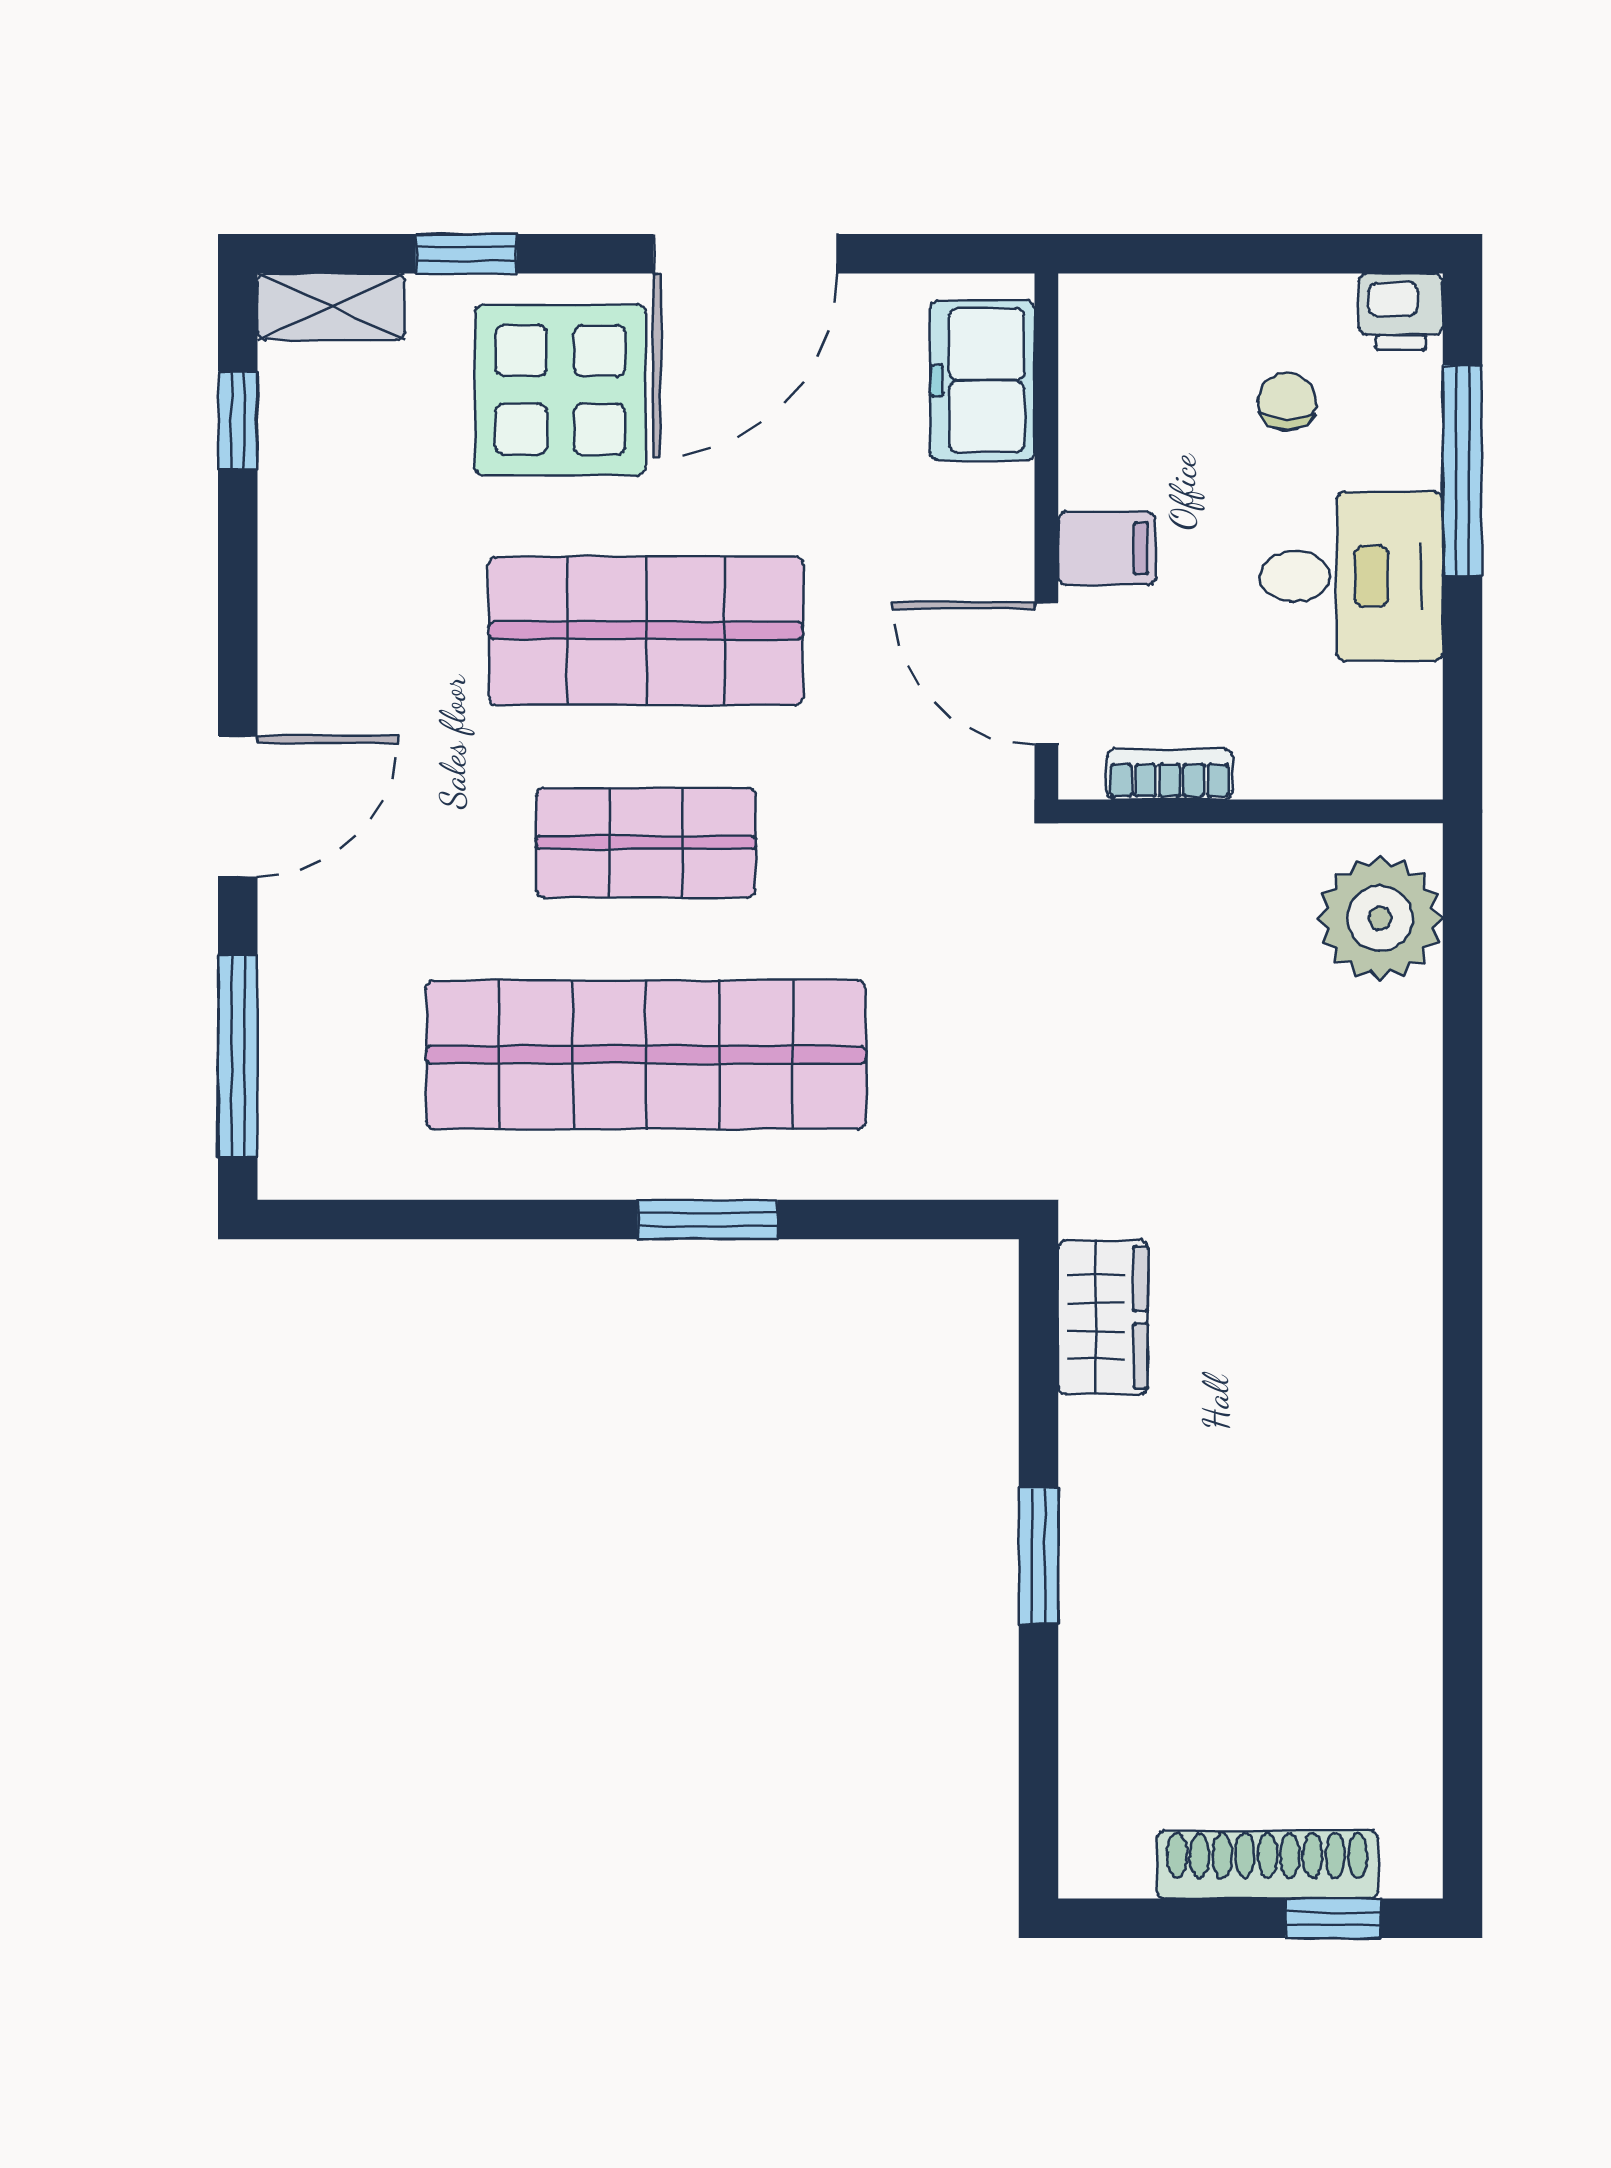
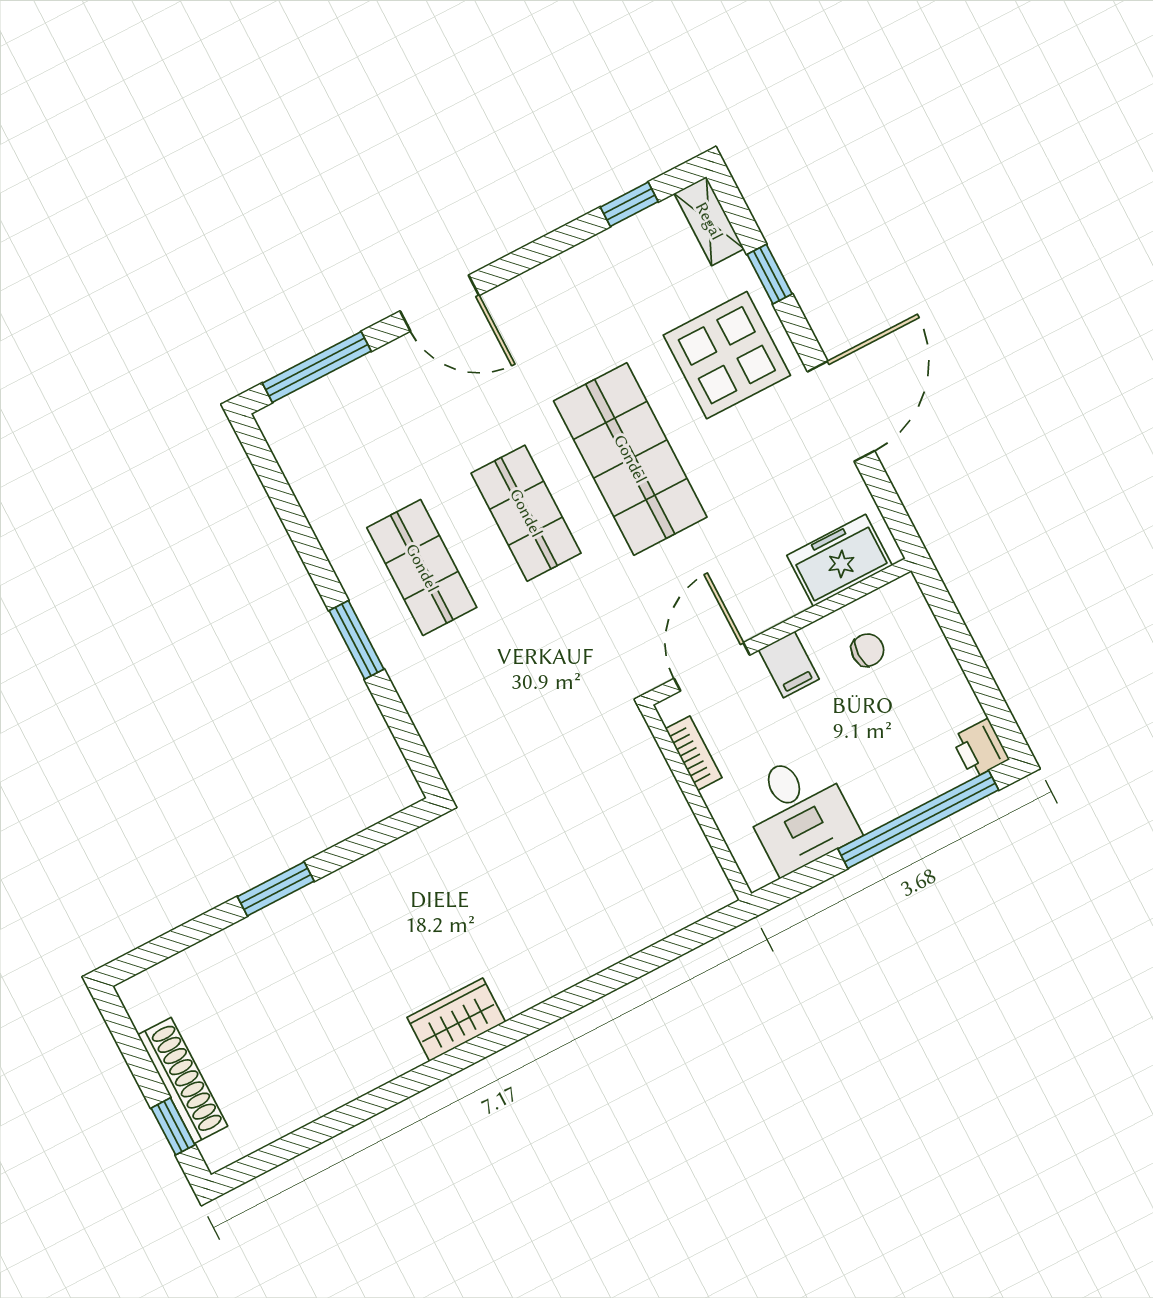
door: (745, 254) -> (841, 411), swing flipped
chair: (1287, 402) -> (868, 650), moved
window: (1462, 470) -> (918, 819), width x1.46
desk: (1351, 576) -> (799, 812), moved
plant: (1380, 918) -> (677, 894), removed
shop shelf: (646, 1055) -> (422, 568), width x0.50, depth x0.74
wardrobe: (1103, 1317) -> (456, 1020), moved, turned 180

